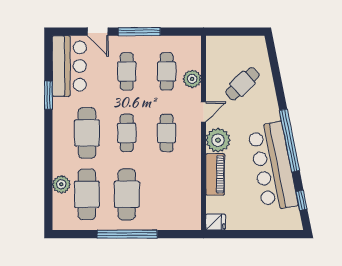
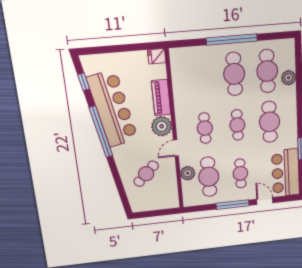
cafe table: (167, 71) -> (209, 177), width x1.37, depth x1.35

